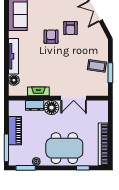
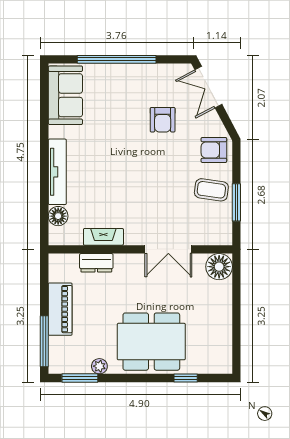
armchair: (51, 37) -> (214, 150), moved, turned -90
floor lamp: (52, 108) -> (219, 267), moved
bookcase: (103, 144) -> (223, 334), removed

